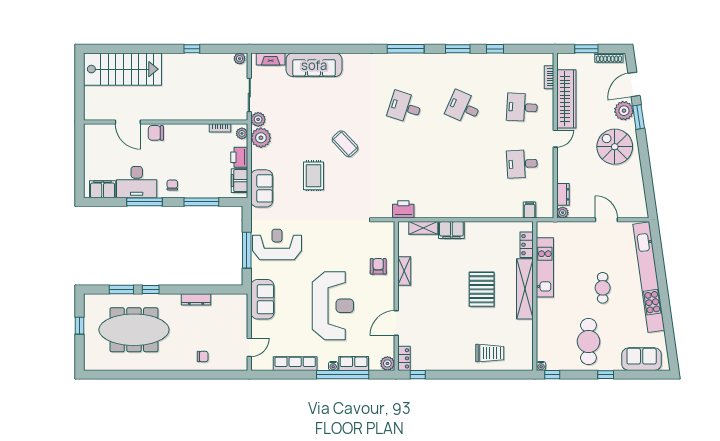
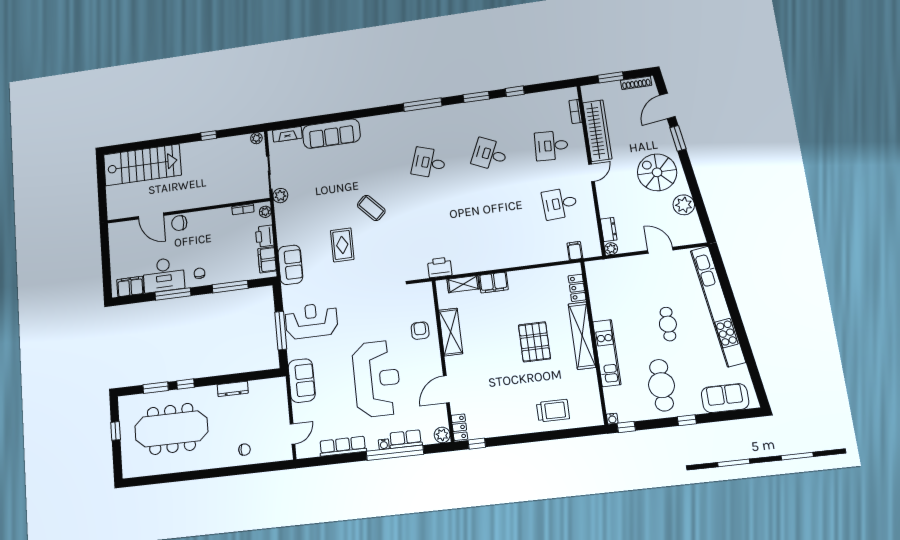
plant: (624, 111) -> (684, 205), moved
plant: (261, 138) -> (285, 214), removed
kitchen unit: (545, 267) -> (607, 353), moved
shelving: (404, 271) -> (451, 332), width x1.50, depth x1.33

